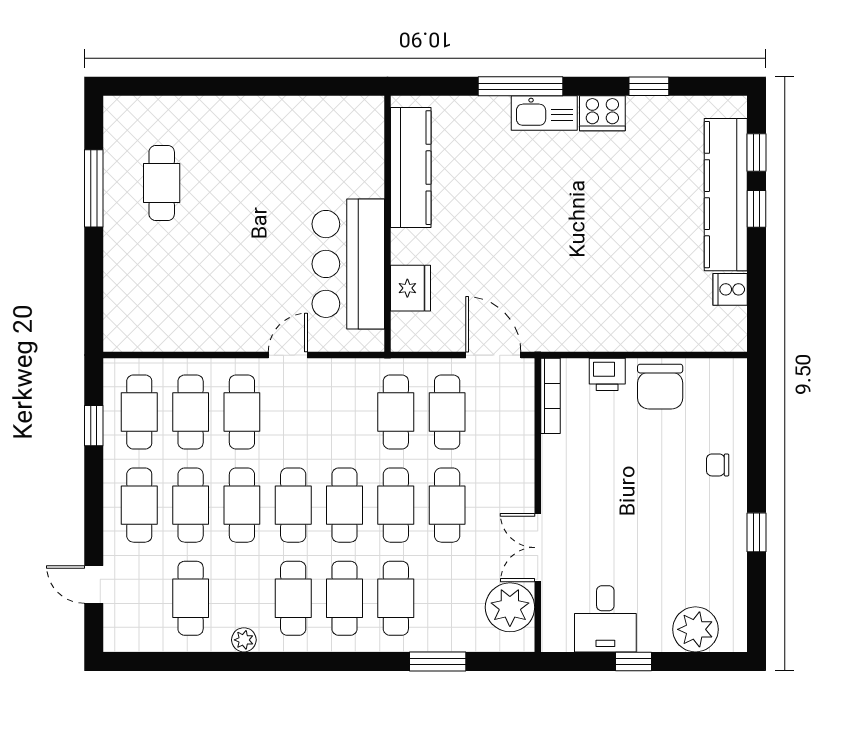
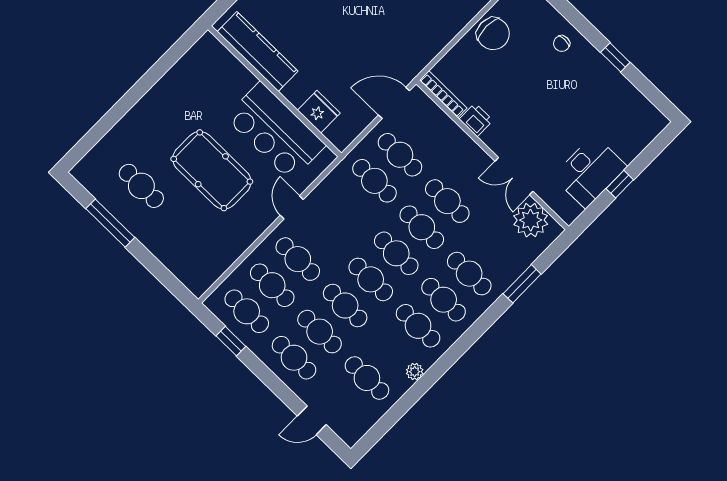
pool table: (247, 238) -> (212, 170), added
printer: (607, 374) -> (476, 120), moved, turned -90
desk: (605, 619) -> (590, 171), width x1.37
plant: (695, 629) -> (634, 137), removed

